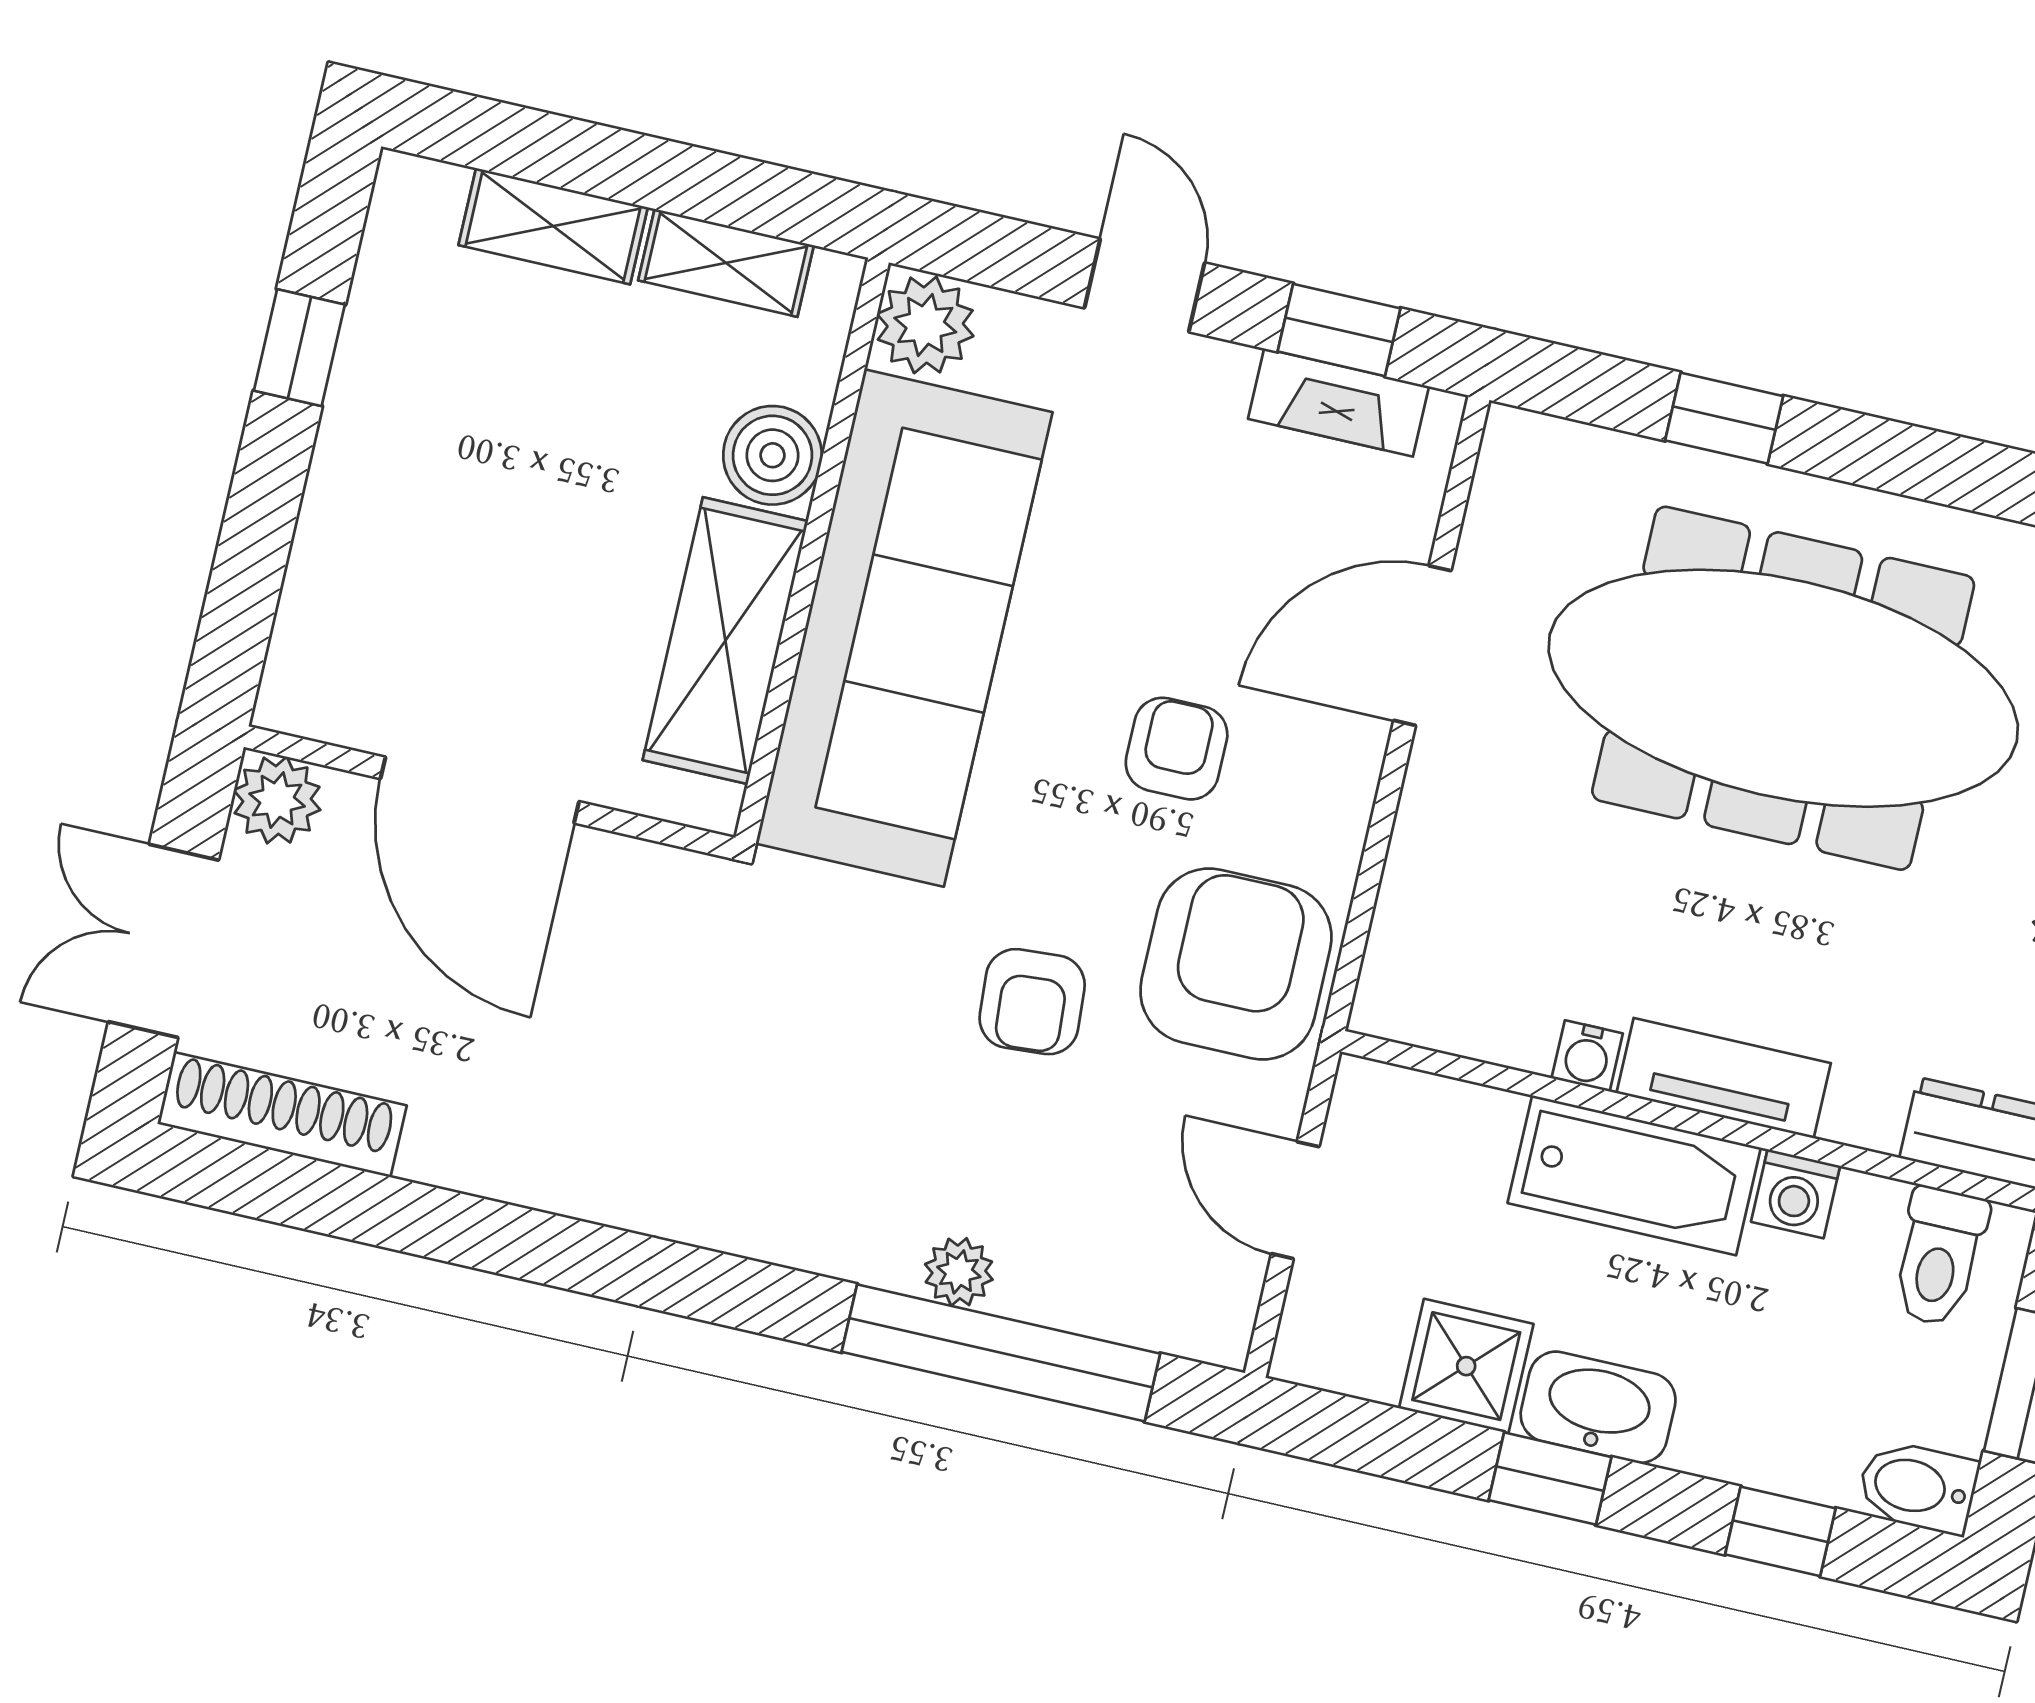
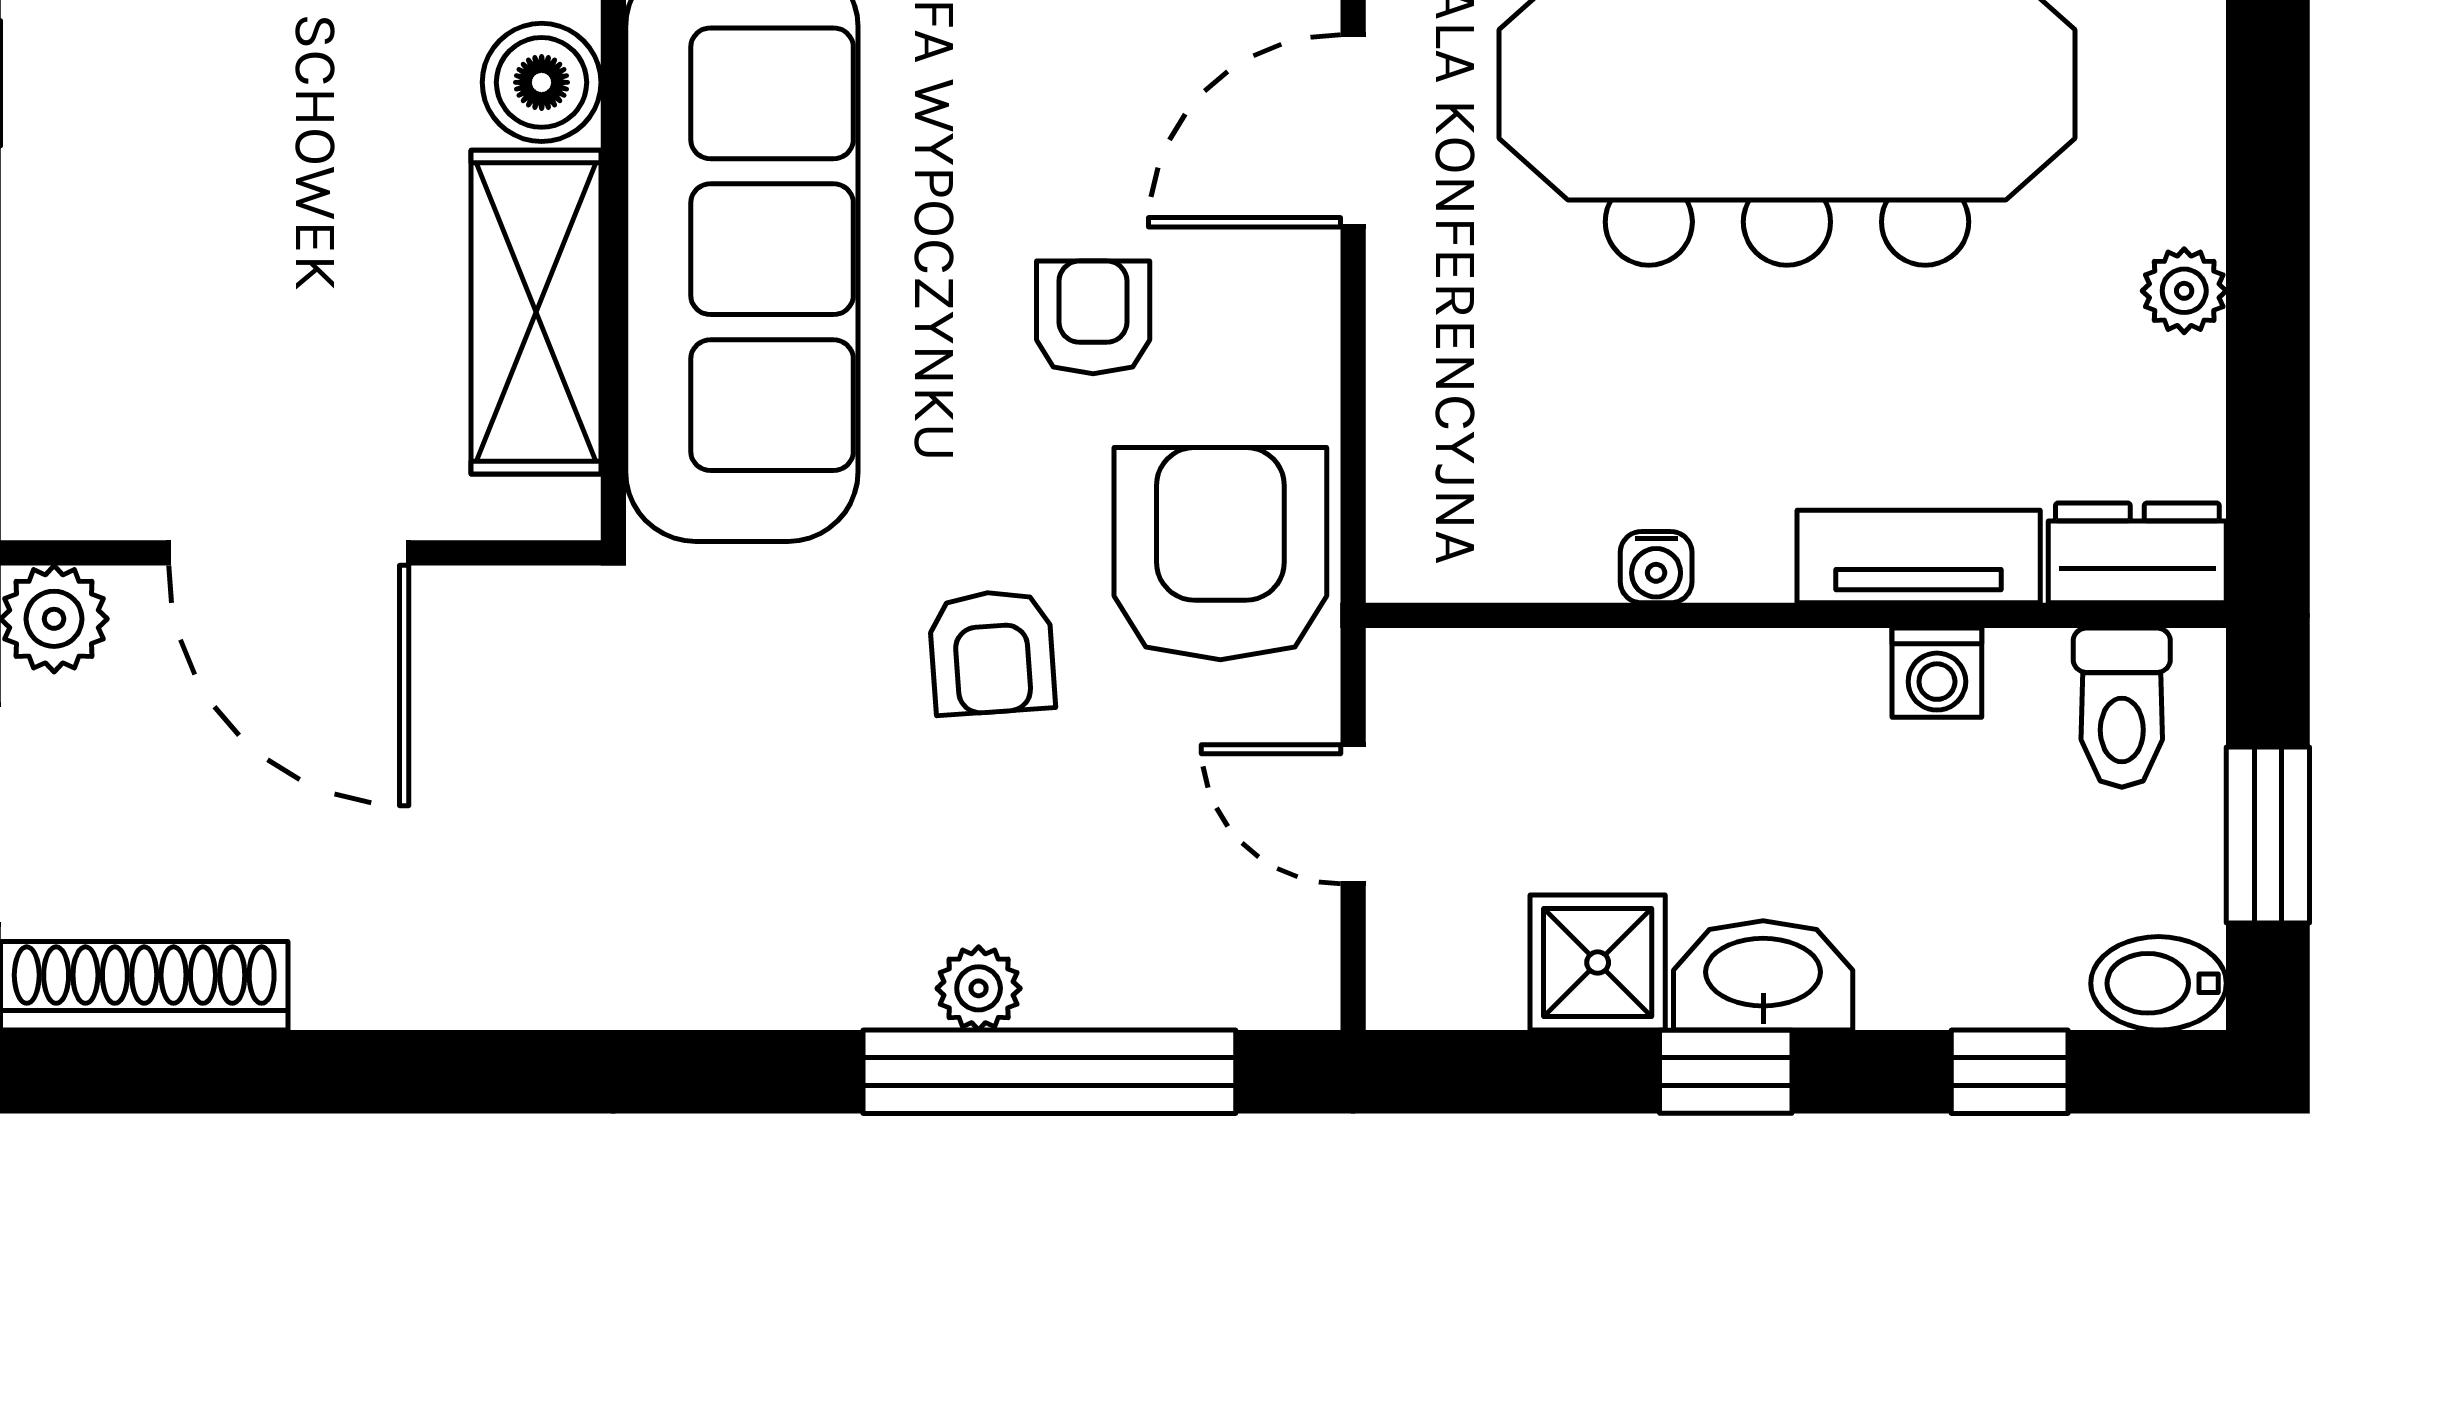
tv unit: (1724, 1078) -> (1919, 556), moved
bathtub: (1634, 1175) -> (1743, 694), removed

